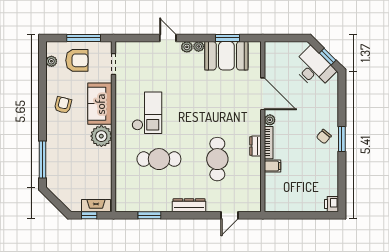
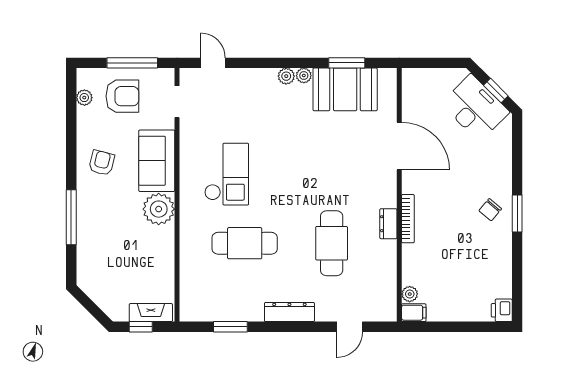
door: (168, 38) -> (213, 63), moved
plant: (270, 120) -> (410, 294), moved
window: (43, 159) -> (71, 217), moved
filing cabinet: (273, 166) -> (414, 313), moved

